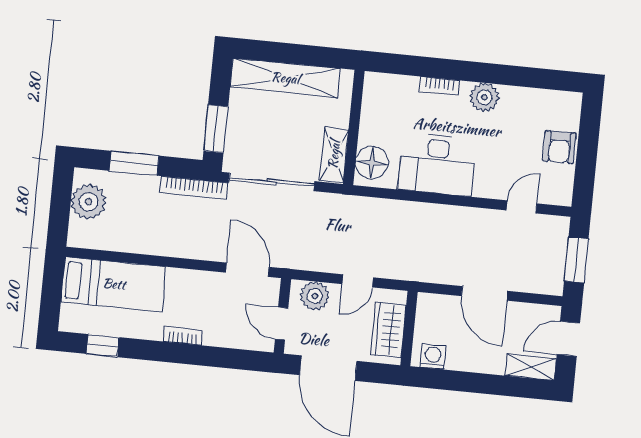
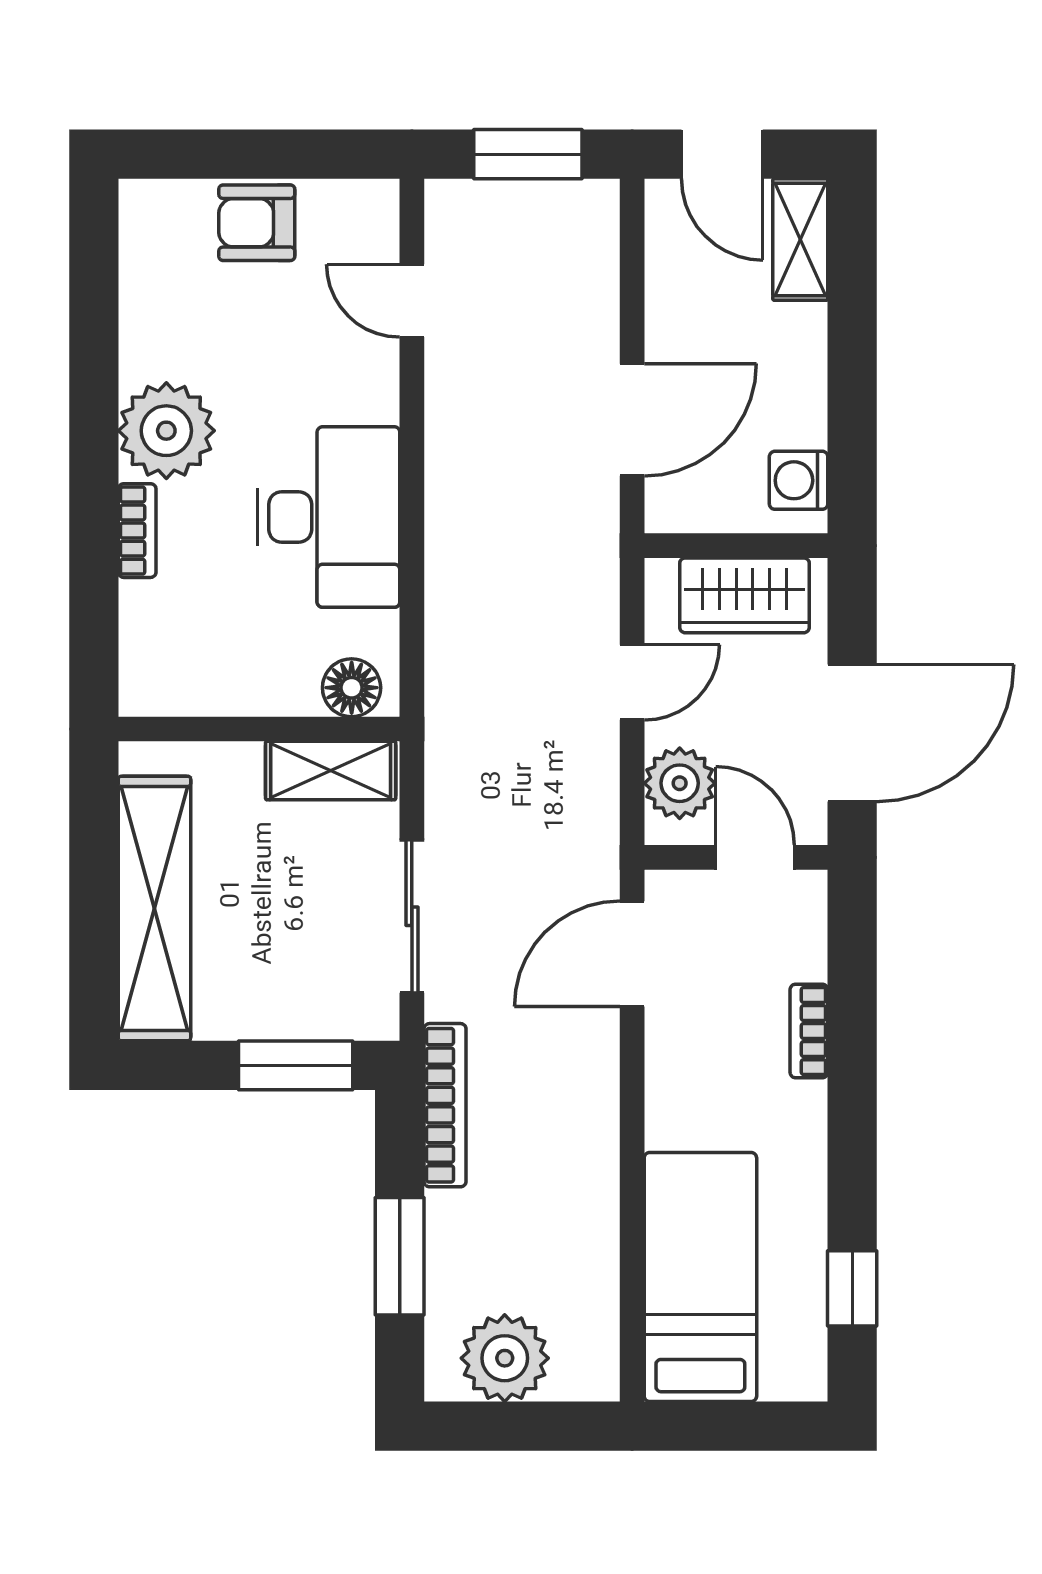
plant: (484, 97) -> (166, 431), width x1.36, depth x1.36
armchair: (559, 147) -> (257, 223), turned 180
floor lamp: (372, 163) -> (352, 688), width x0.73, depth x0.73
sliding door: (272, 182) -> (412, 916), width x0.73
door: (358, 281) -> (632, 682), hinge flipped
door: (485, 293) -> (632, 420), moved
door: (282, 324) -> (755, 857), swing flipped
bookcase: (183, 336) -> (809, 1031), moved

